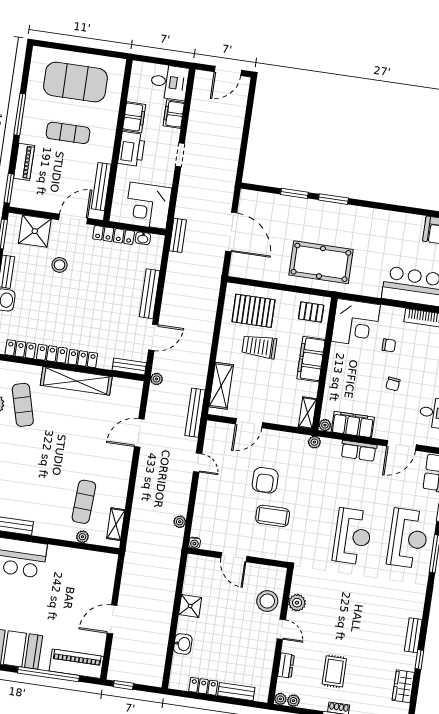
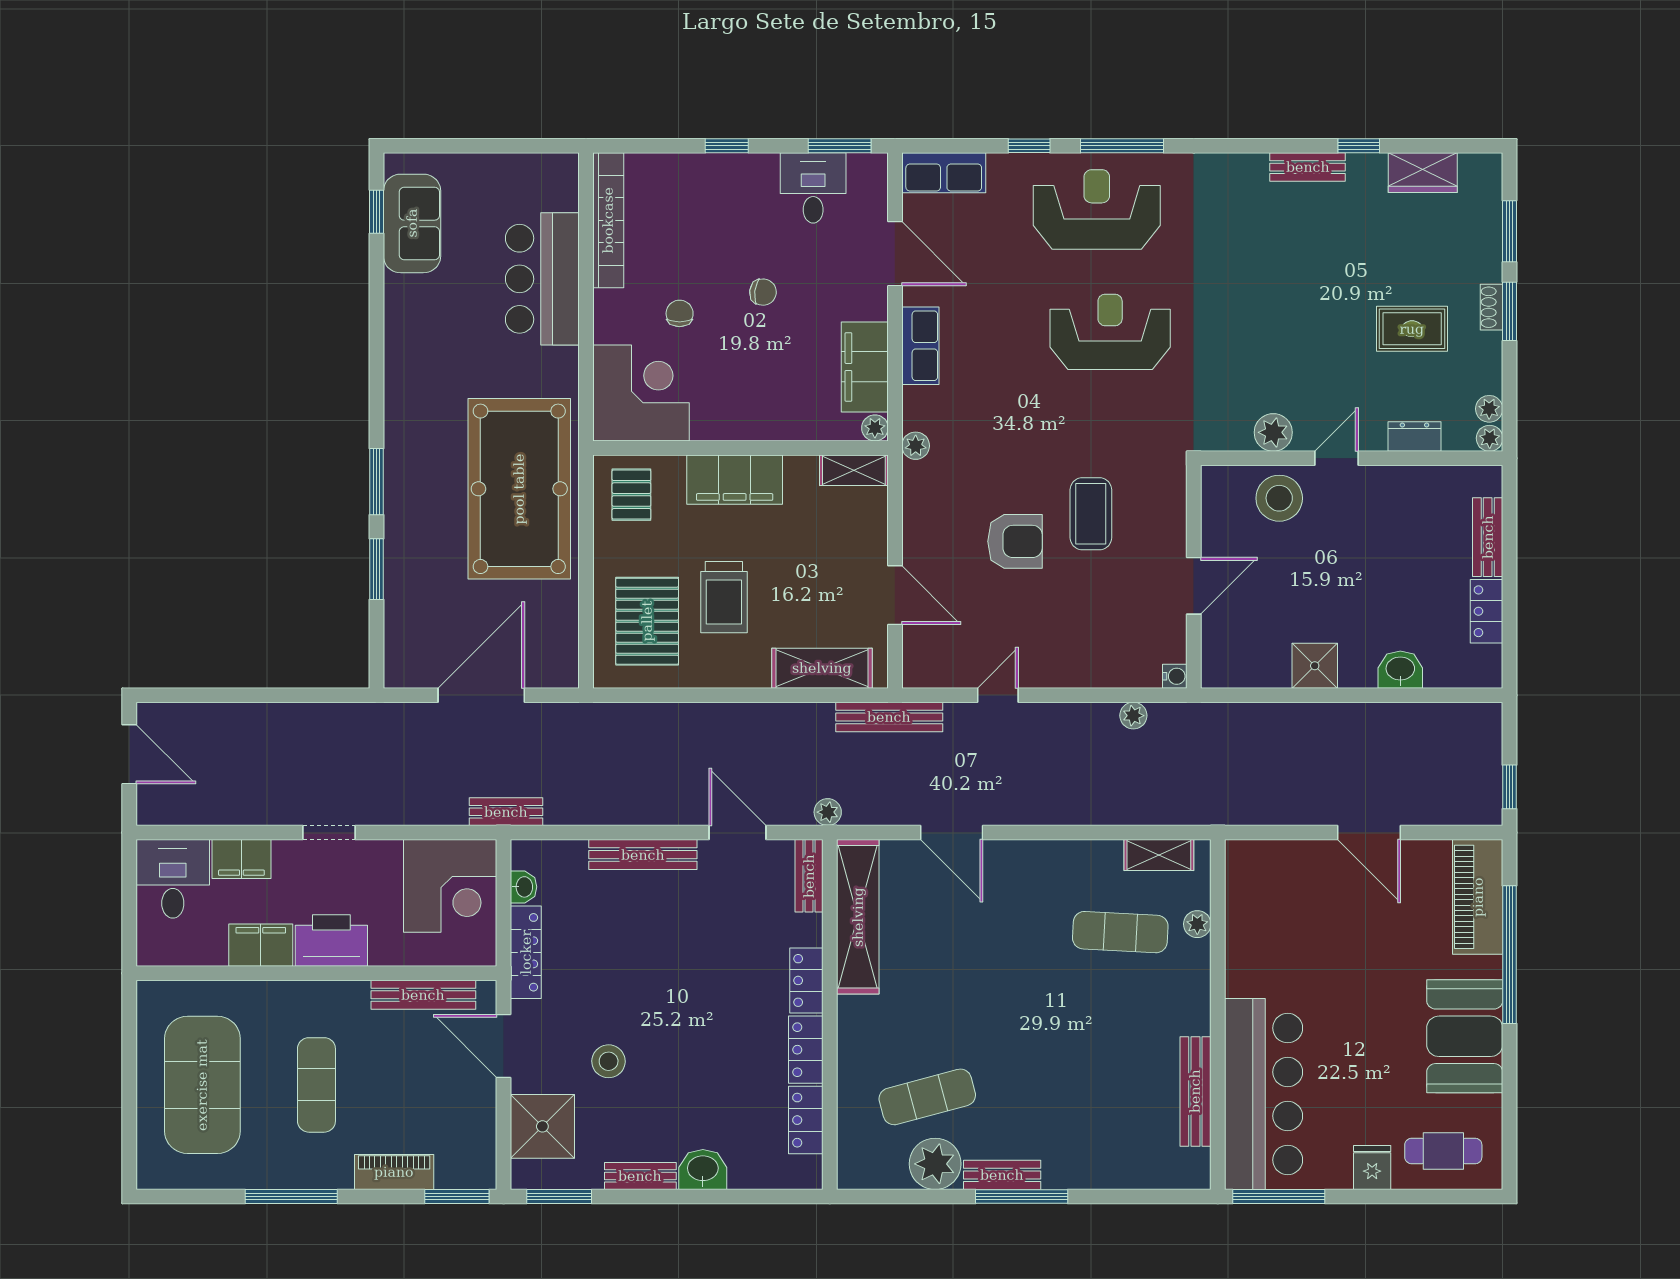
pool table: (321, 262) -> (519, 489), width x1.36, depth x1.32
shelving: (76, 381) -> (858, 917), moved

